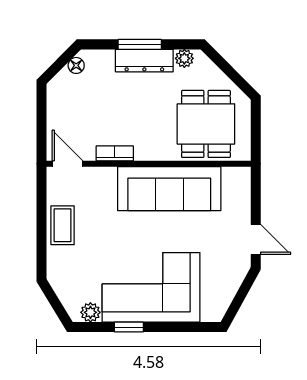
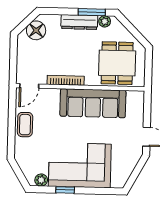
window: (140, 44) -> (92, 12), moved
floor lamp: (76, 65) -> (36, 30), width x1.89, depth x1.89
bookcase: (115, 153) -> (66, 80), width x1.56
door: (68, 164) -> (29, 86), swing flipped

